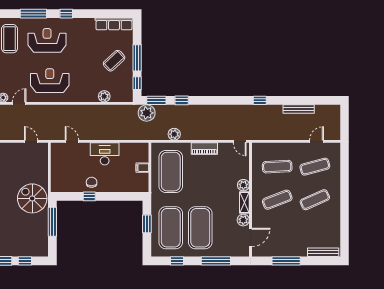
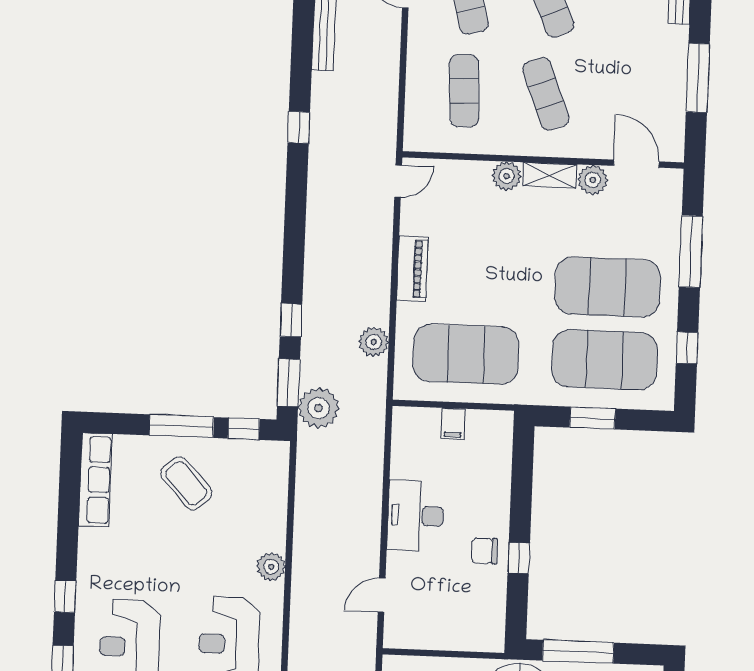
plant: (104, 96) -> (271, 567), moved

